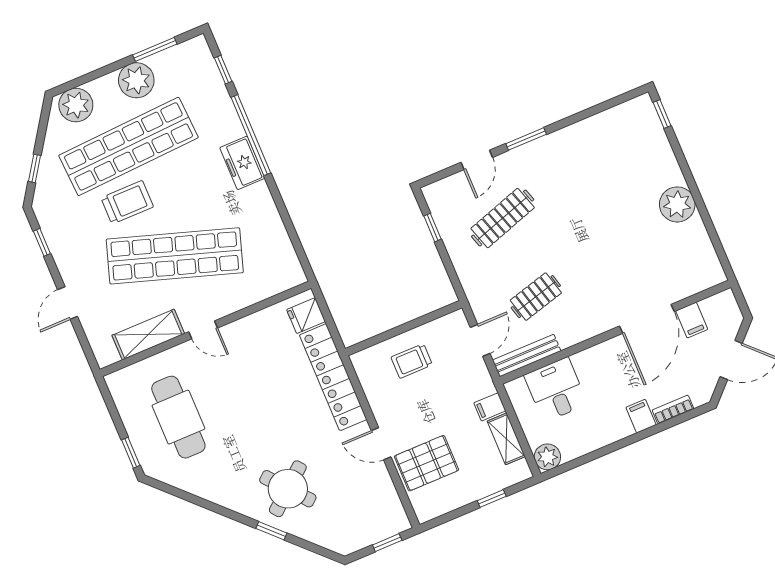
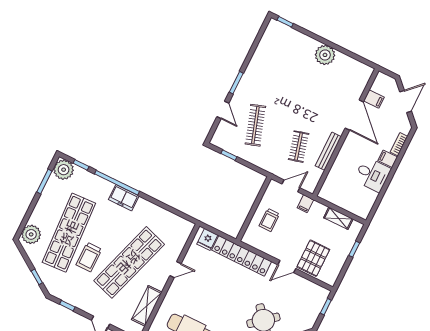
plant: (136, 80) -> (64, 170), moved
trolley: (127, 202) -> (89, 257), turned 180
door: (203, 330) -> (175, 270), moved
door: (480, 340) -> (291, 186), hinge flipped
bench: (527, 356) -> (328, 151), moved
desk: (556, 390) -> (372, 174), moved, turned 180
filing cabinet: (490, 407) -> (305, 204), moved
plant: (547, 457) -> (363, 211), removed

